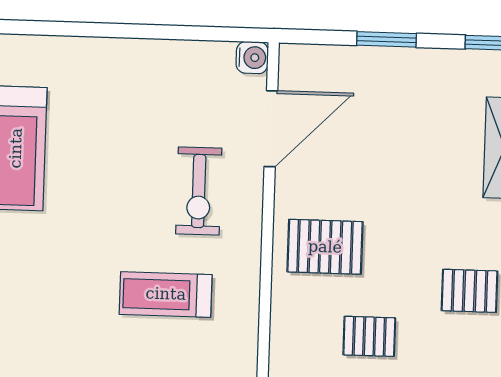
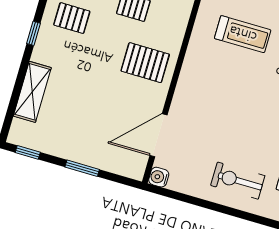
exercise bike: (199, 191) -> (238, 181), moved, turned -90
treadmill: (166, 294) -> (243, 34), moved

